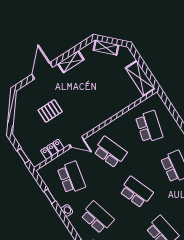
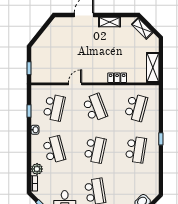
pallet: (50, 111) -> (70, 48), removed
door: (77, 142) -> (75, 84), swing flipped
locker: (52, 149) -> (117, 78), moved
school desk: (136, 192) -> (95, 150), turned 33

